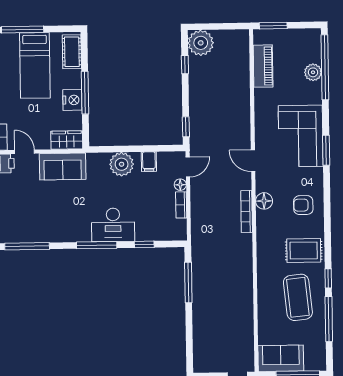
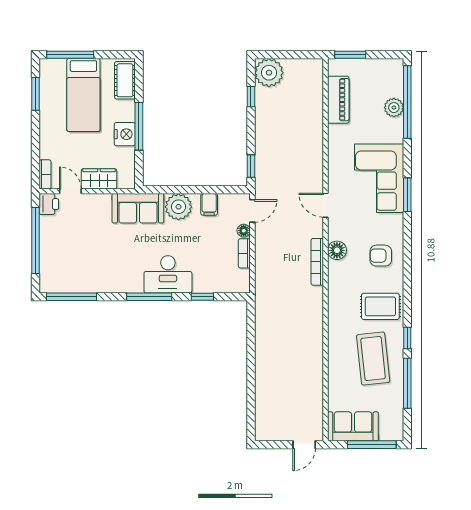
wardrobe: (67, 140) -> (99, 179), moved
sofa: (63, 166) -> (138, 208), moved
window: (188, 283) -> (251, 340), removed

